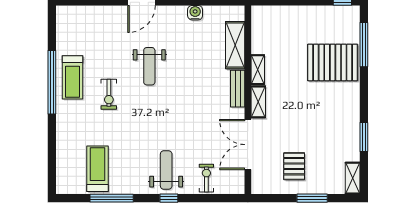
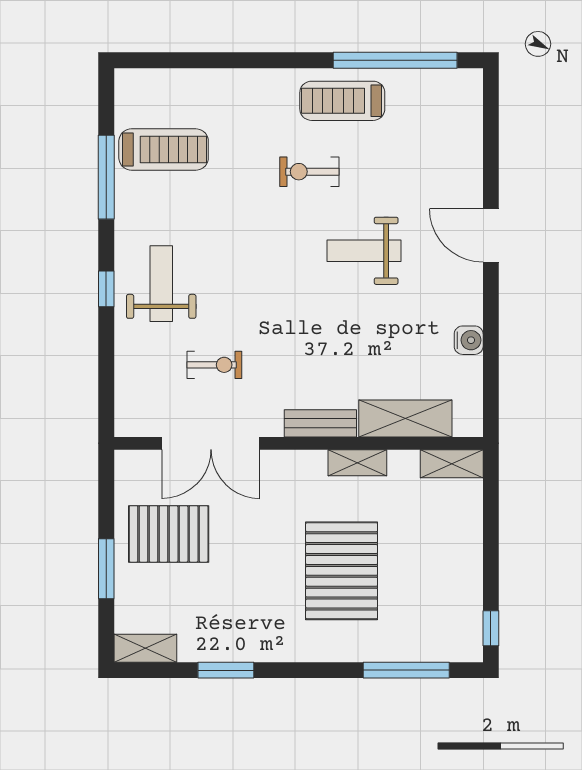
pallet: (333, 62) -> (342, 571), moved
window: (52, 82) -> (395, 60), moved
shelving: (258, 102) -> (452, 464), moved
double door: (248, 145) -> (211, 443), swing flipped
pallet: (294, 166) -> (169, 534), width x1.50, depth x1.42
weight bench: (166, 170) -> (161, 284), turned -90
exercise bike: (206, 178) -> (214, 365), moved

